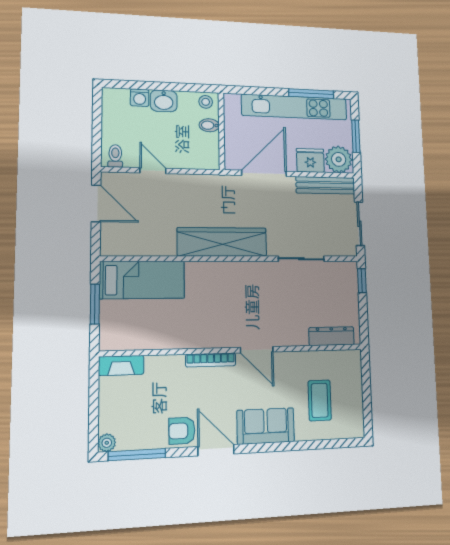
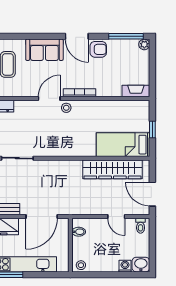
washbasin: (164, 101) -> (141, 265), moved
bidet: (209, 125) -> (79, 232), moved
wardrobe: (222, 242) -> (112, 169), moved
window: (95, 304) -> (152, 130), width x0.67
stool: (231, 336) -> (66, 108), added
door: (257, 350) -> (49, 98), hinge flipped

